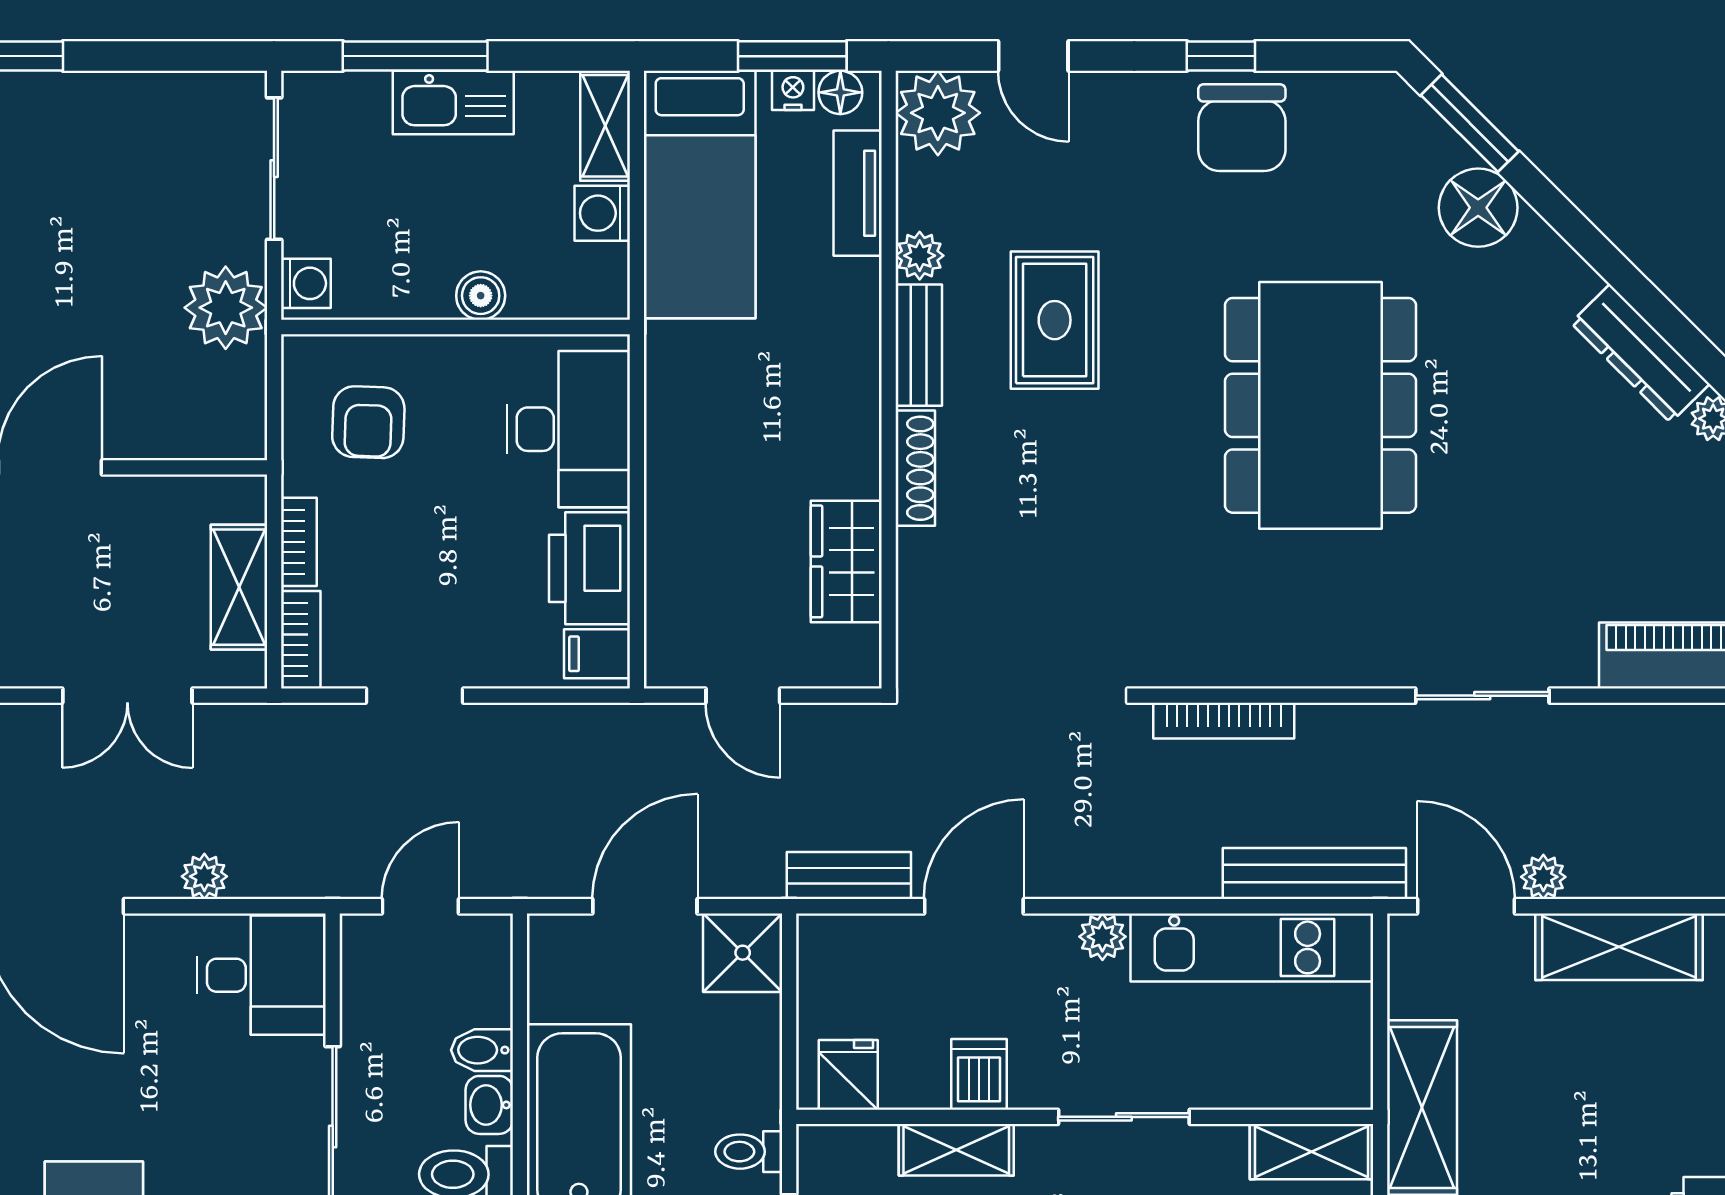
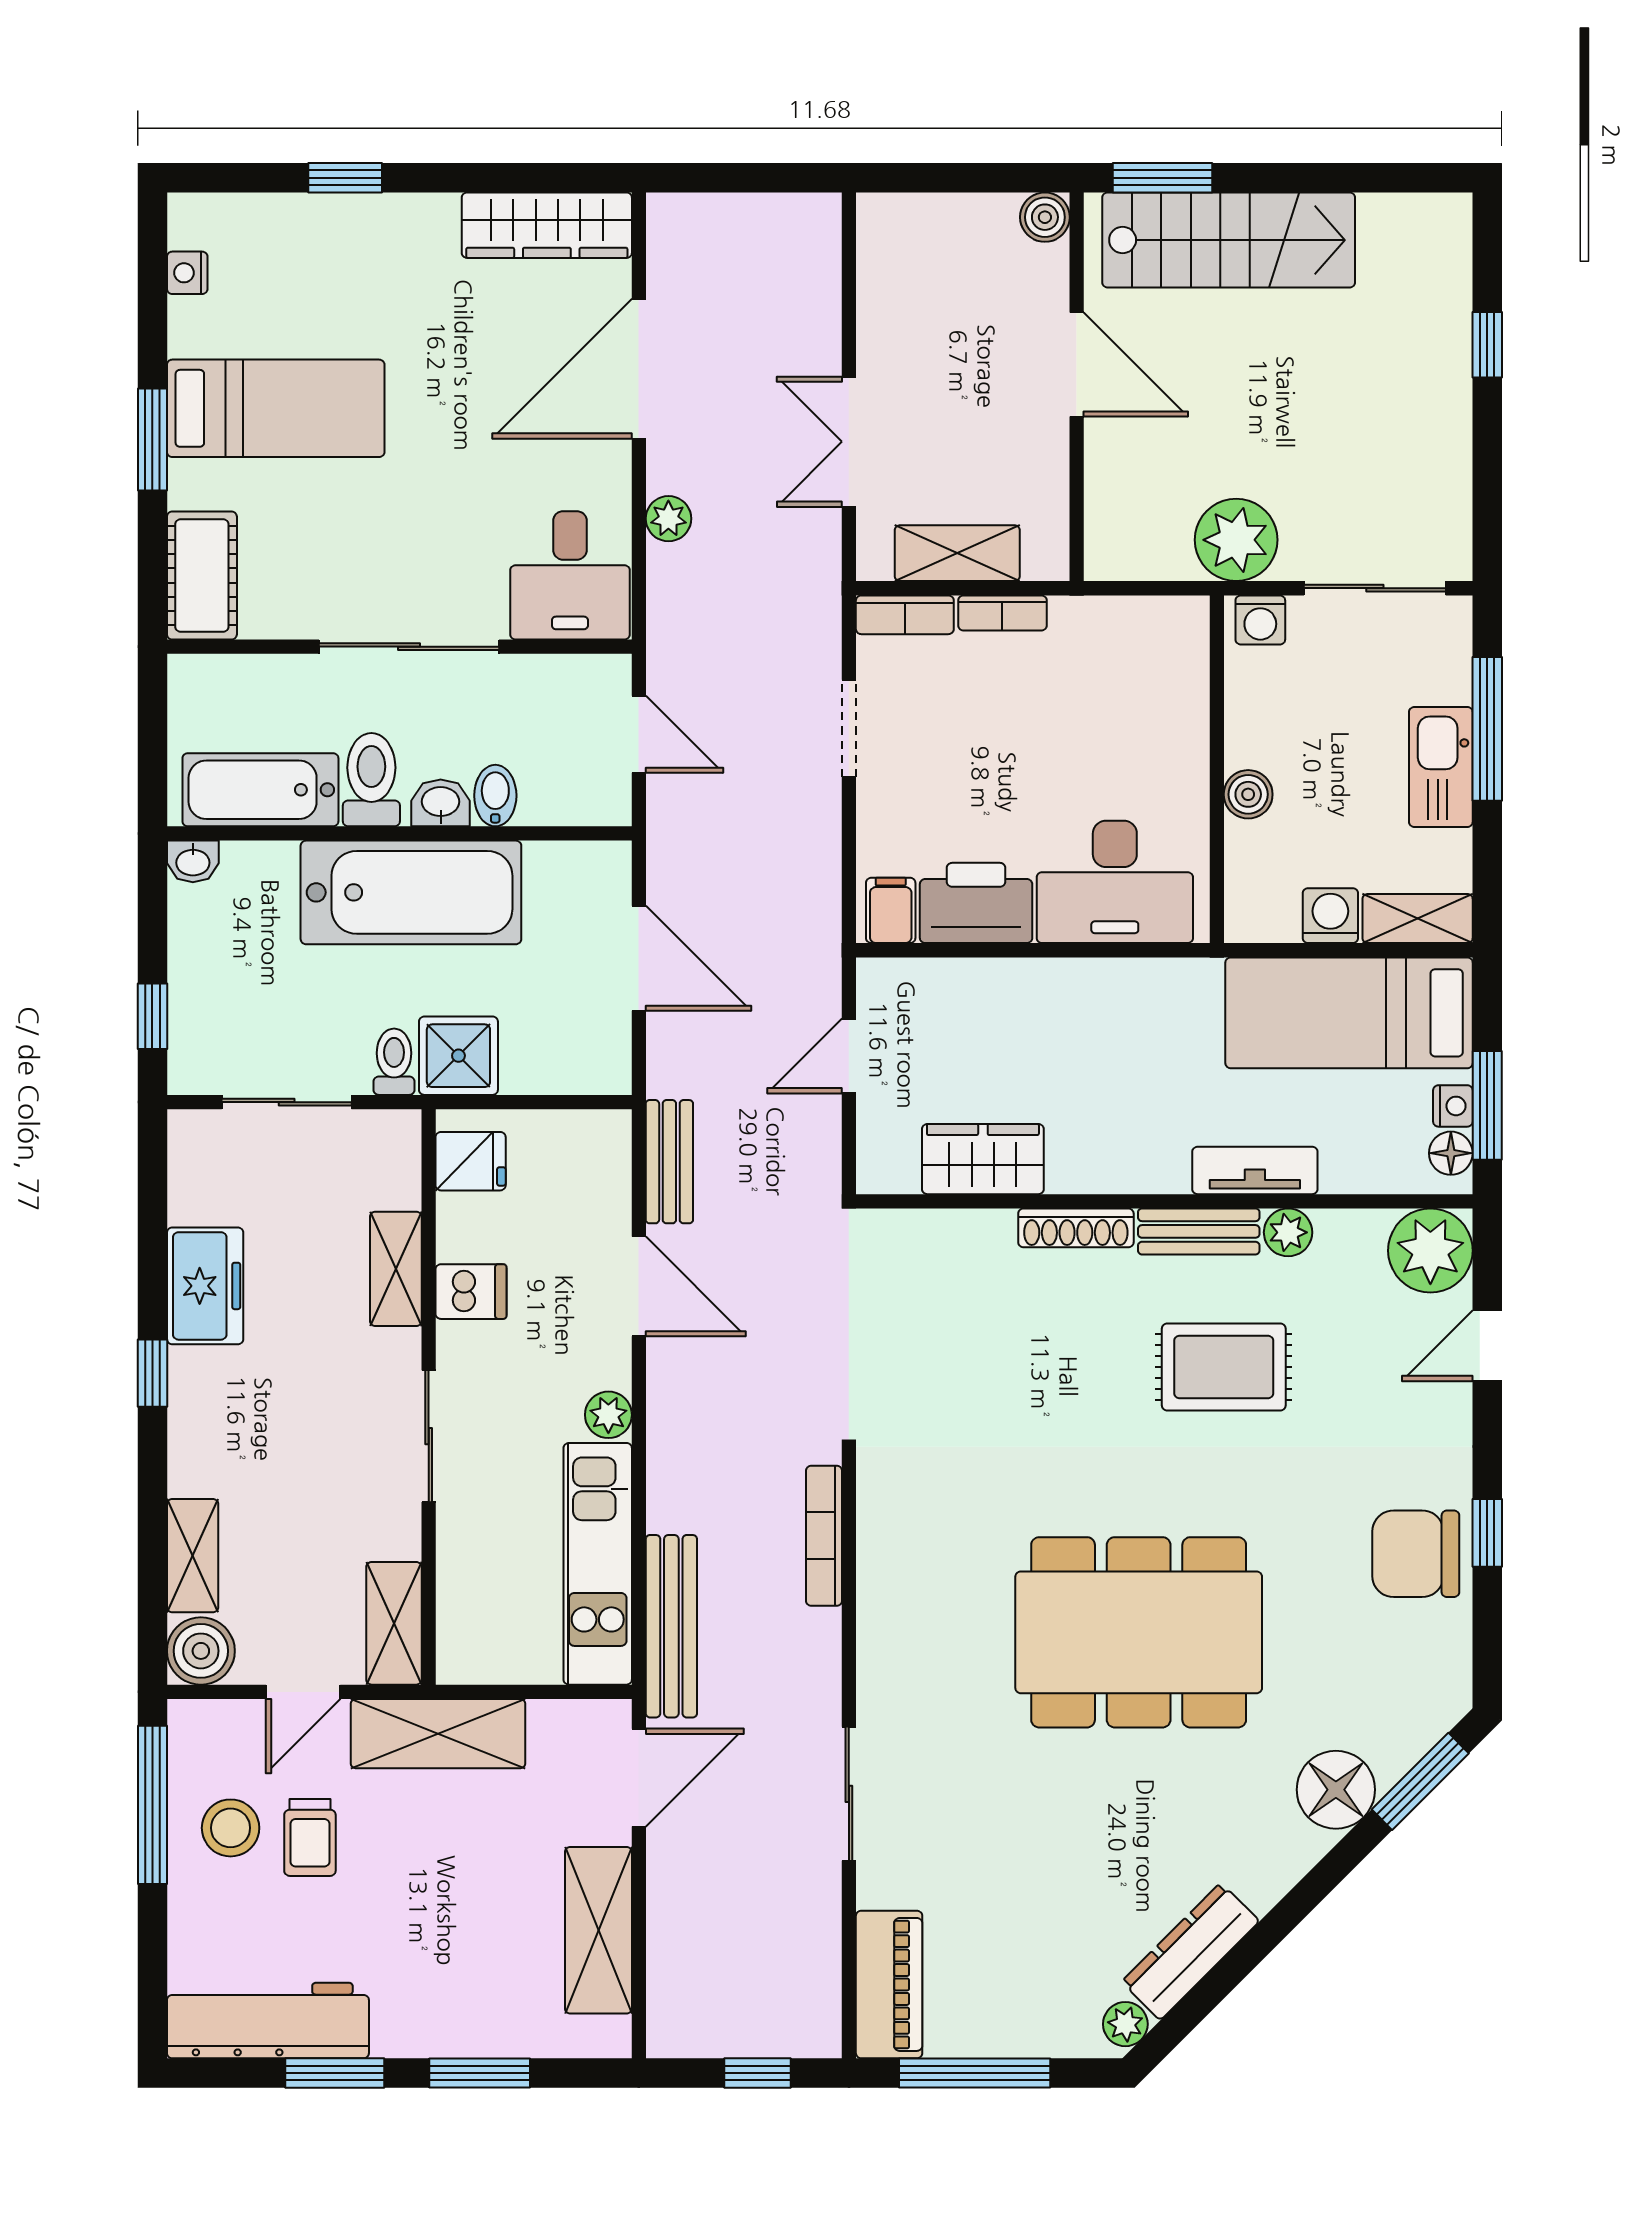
tv unit: (858, 193) -> (1255, 1170), moved
armchair: (368, 422) -> (1122, 682), removed
plant: (1543, 877) -> (668, 1855), removed
shower: (743, 953) -> (458, 1056), moved

